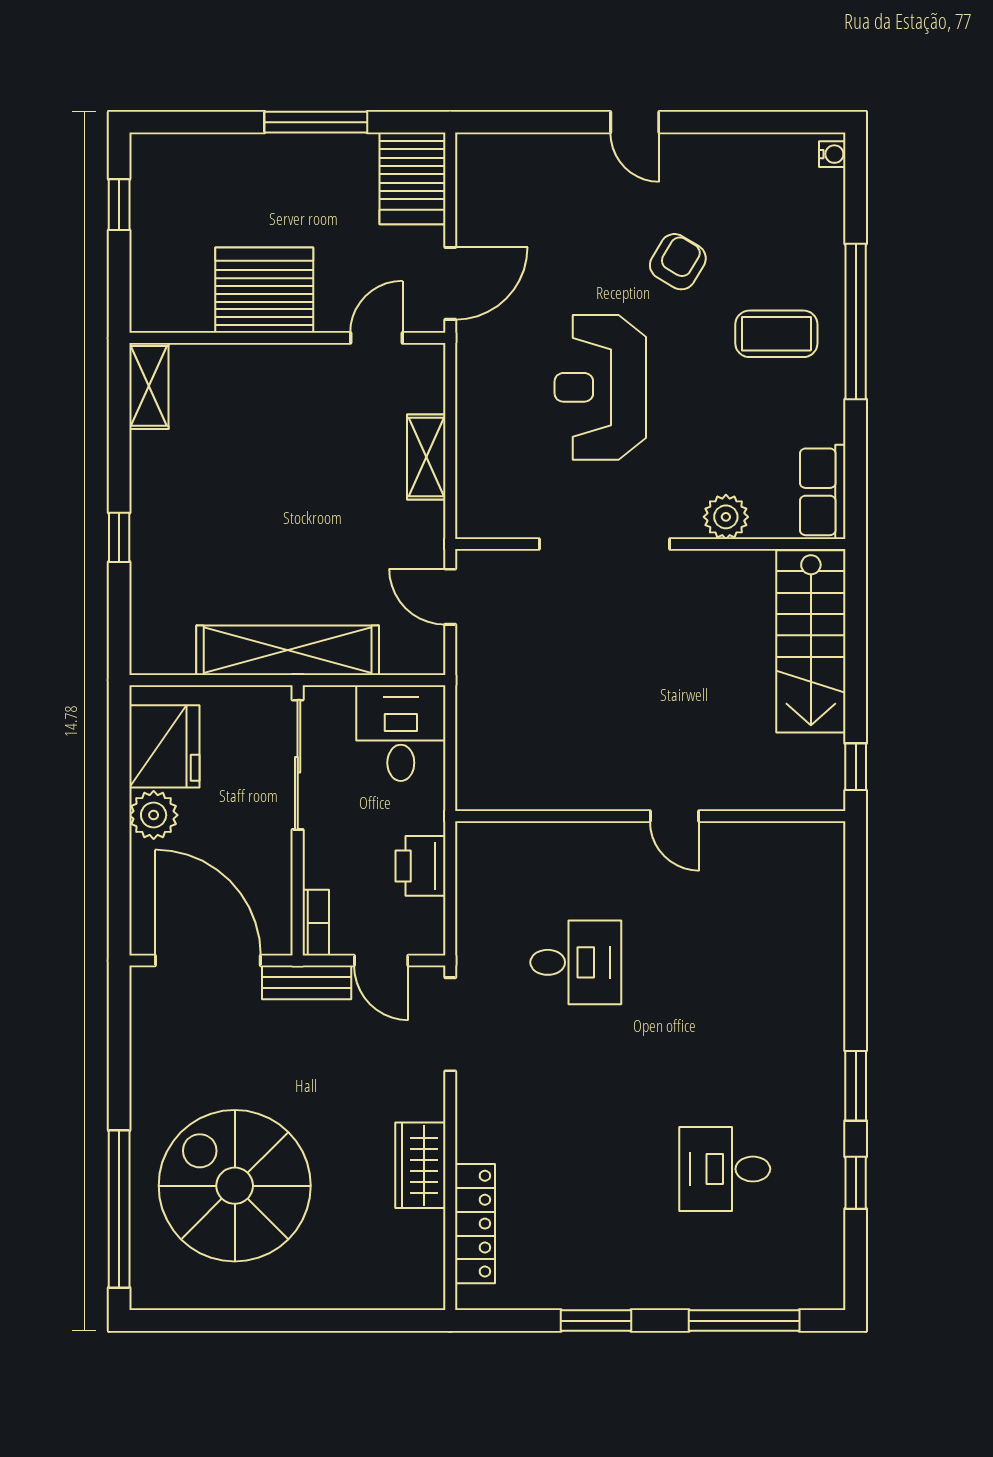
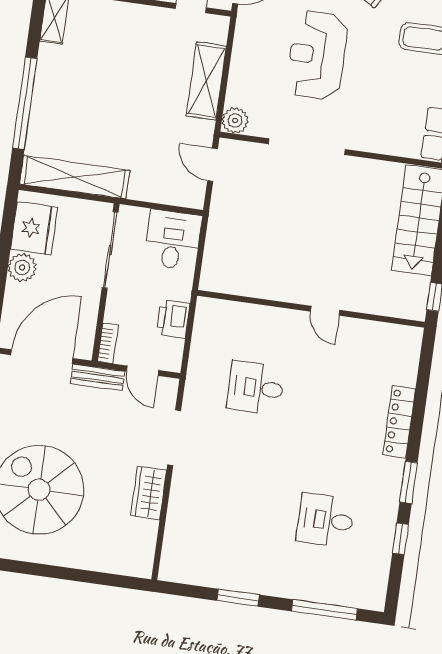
shelving: (426, 457) -> (206, 81), width x1.50, depth x1.33
plant: (726, 517) -> (235, 121), moved
window: (119, 537) -> (25, 103), width x3.17
shelving: (288, 650) -> (75, 177), moved
door: (208, 961) -> (42, 357), hinge flipped
desk: (576, 962) -> (256, 388), turned 180
doorway: (450, 1024) -> (174, 438), moved
locker: (475, 1224) -> (399, 422), moved, turned 180

